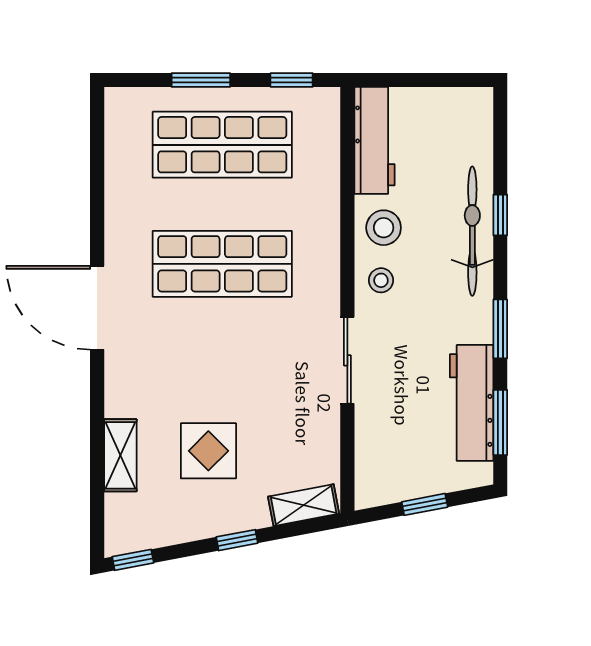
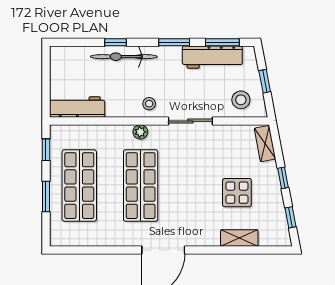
stool: (384, 228) -> (241, 100), moved
plant: (326, 263) -> (140, 132), added
window: (133, 560) -> (290, 217), moved

